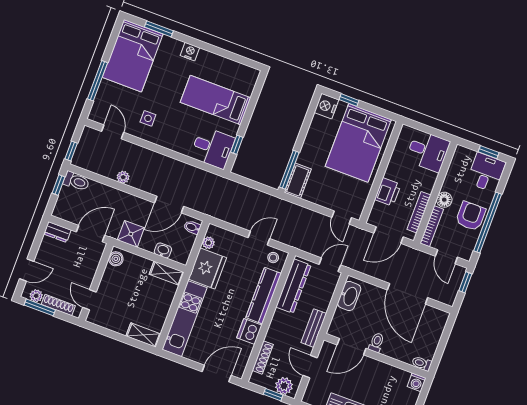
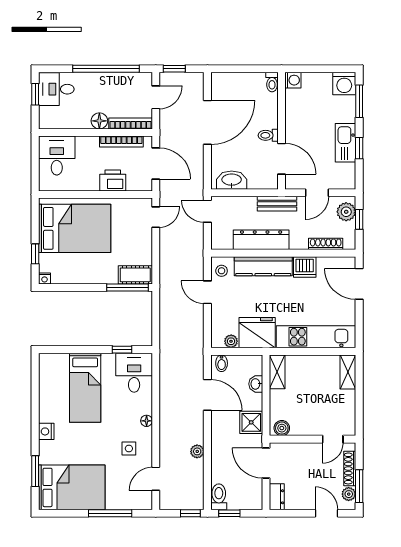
nightstand: (326, 106) -> (44, 279), width x0.53, depth x0.56
floor lamp: (166, 143) -> (147, 421), added
armchair: (471, 216) -> (106, 88), removed
dresser: (293, 286) -> (261, 240), moved

